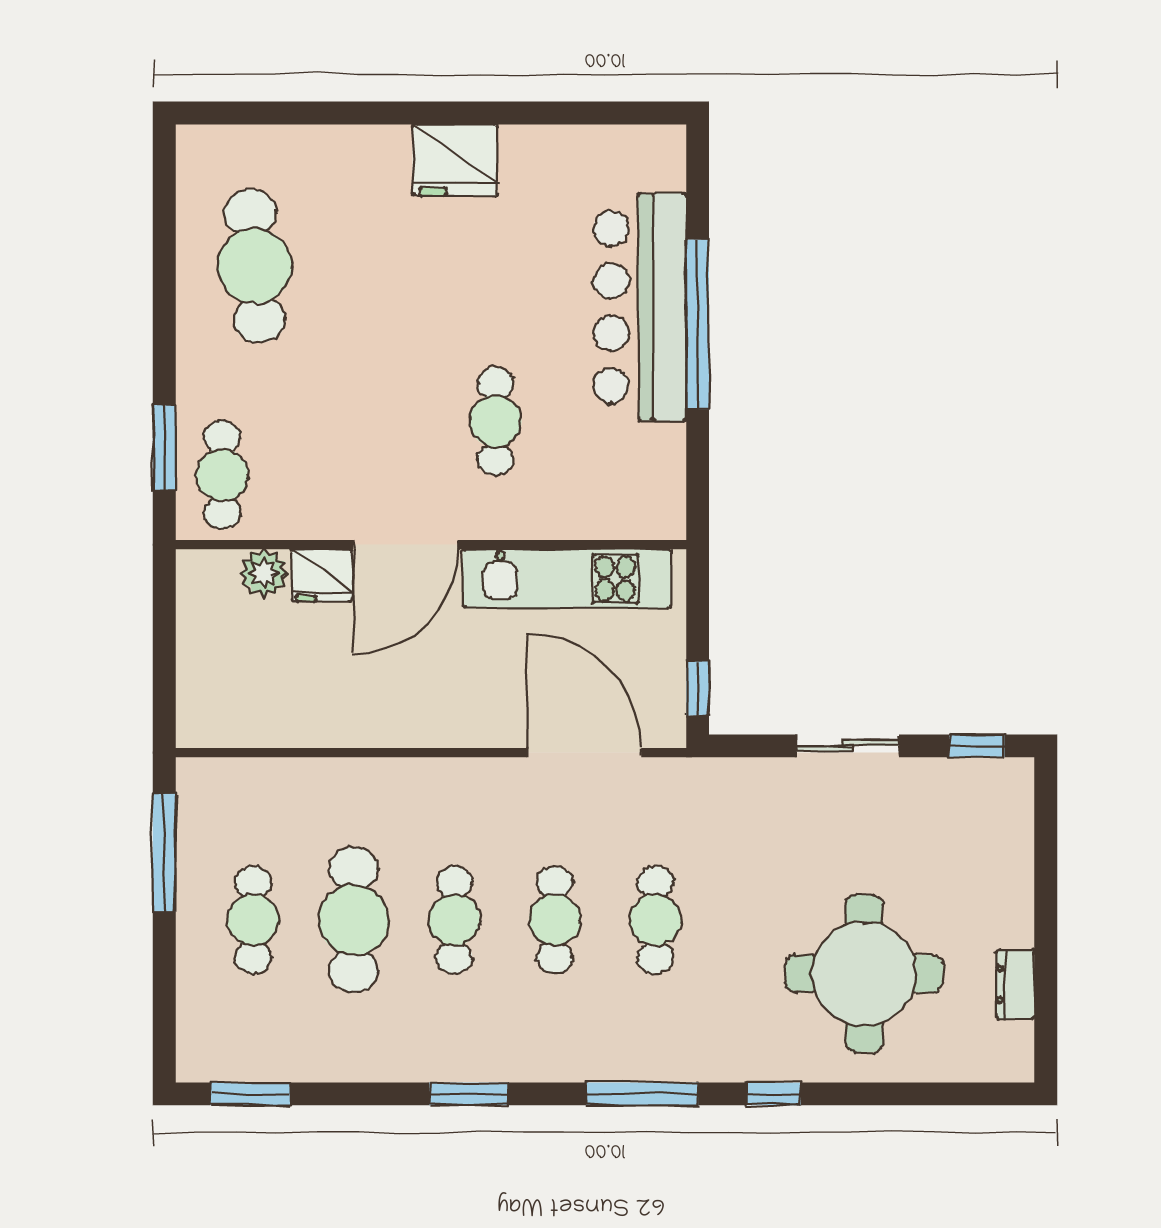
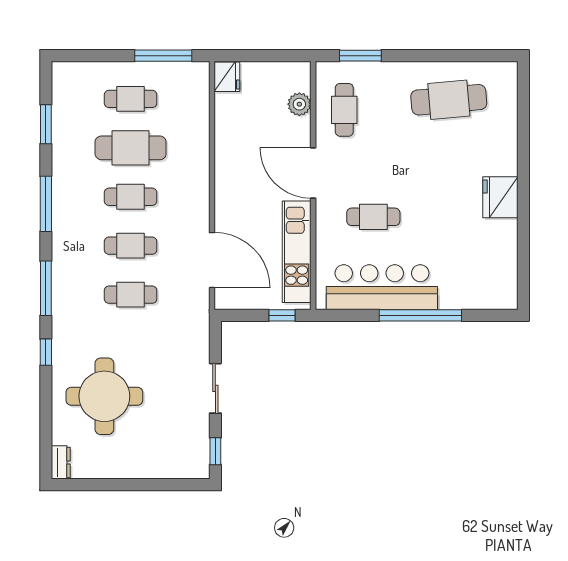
bar counter: (640, 307) -> (382, 287), moved
cafe table: (222, 475) -> (344, 110), moved, turned 90
fridge: (322, 575) -> (227, 77), moved, turned 180
window: (698, 688) -> (282, 315), moved
door: (584, 753) -> (212, 260), hinge flipped
dresser: (1015, 984) -> (61, 462), moved, turned 90
window: (250, 1094) -> (46, 124), moved
window: (469, 1094) -> (46, 204), width x1.44

